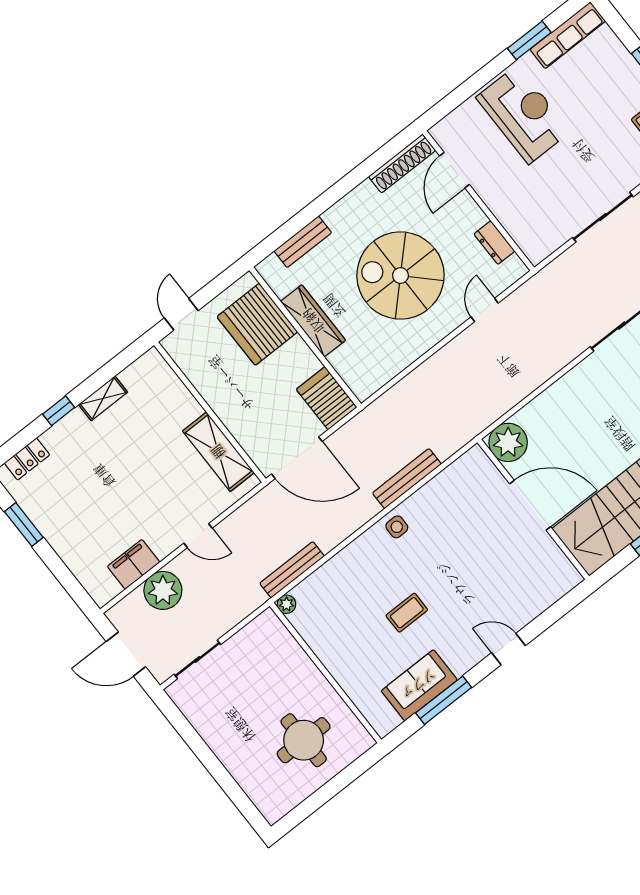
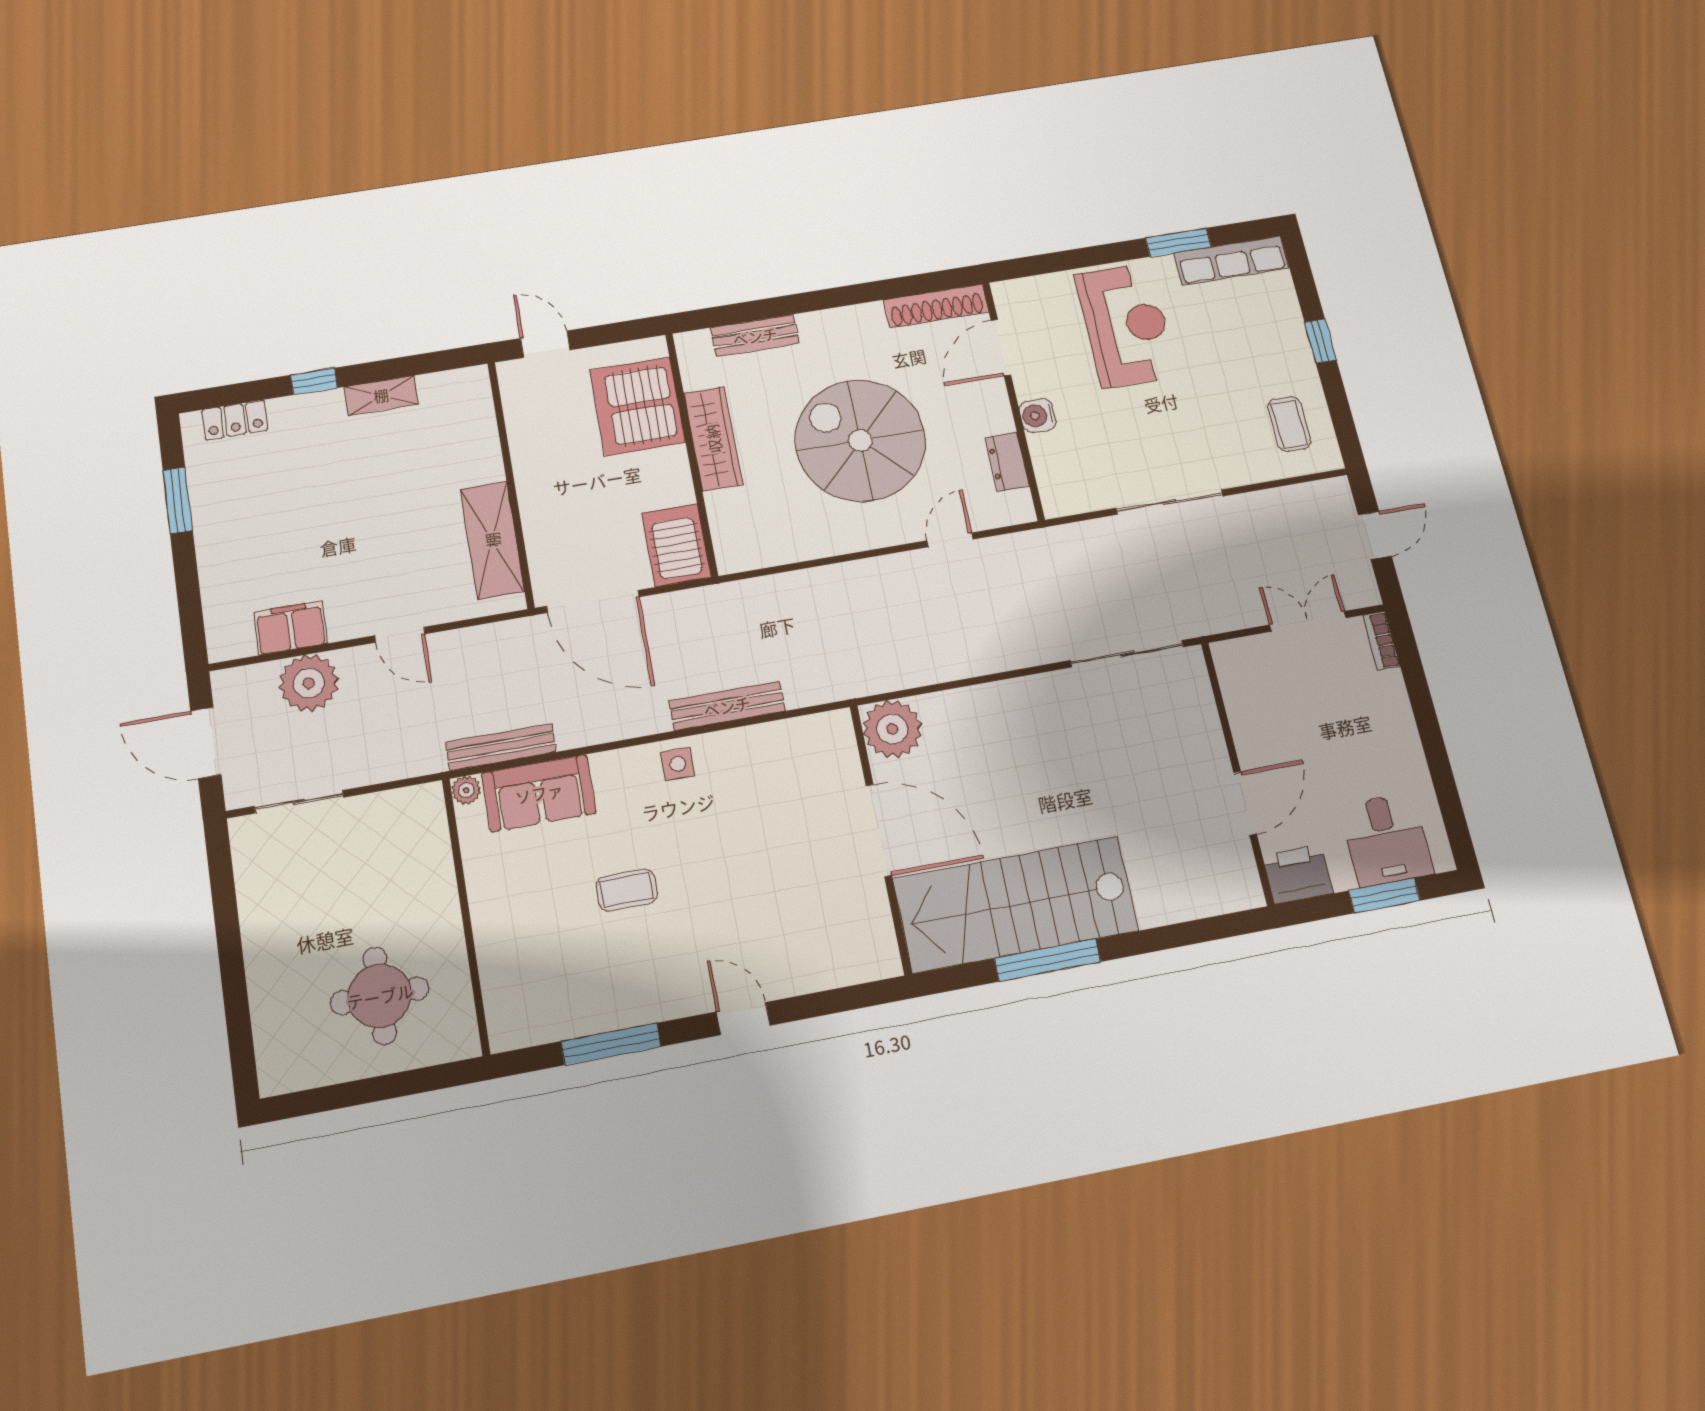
water cooler: (498, 203) -> (1038, 415), added
door: (181, 314) -> (545, 344), hinge flipped
sofa: (419, 685) -> (539, 793), moved, turned 180

